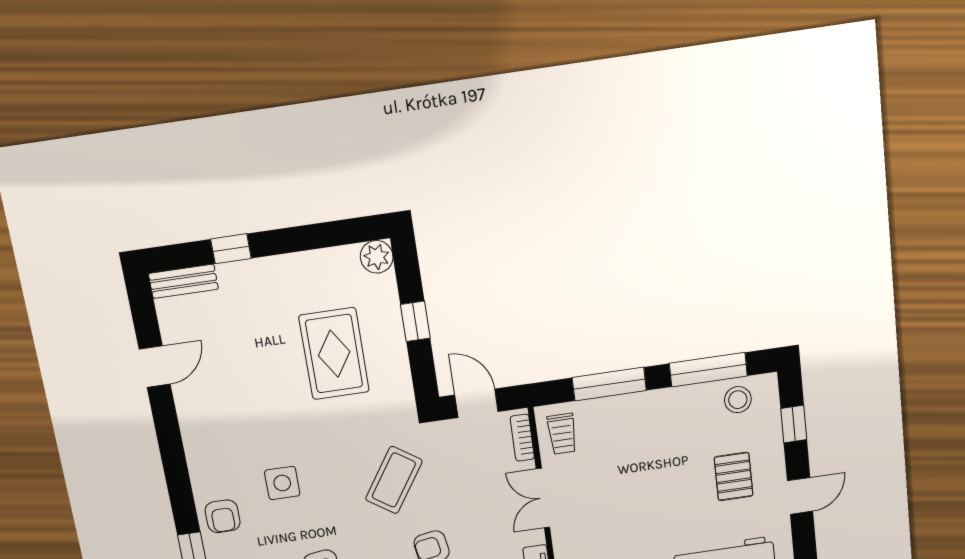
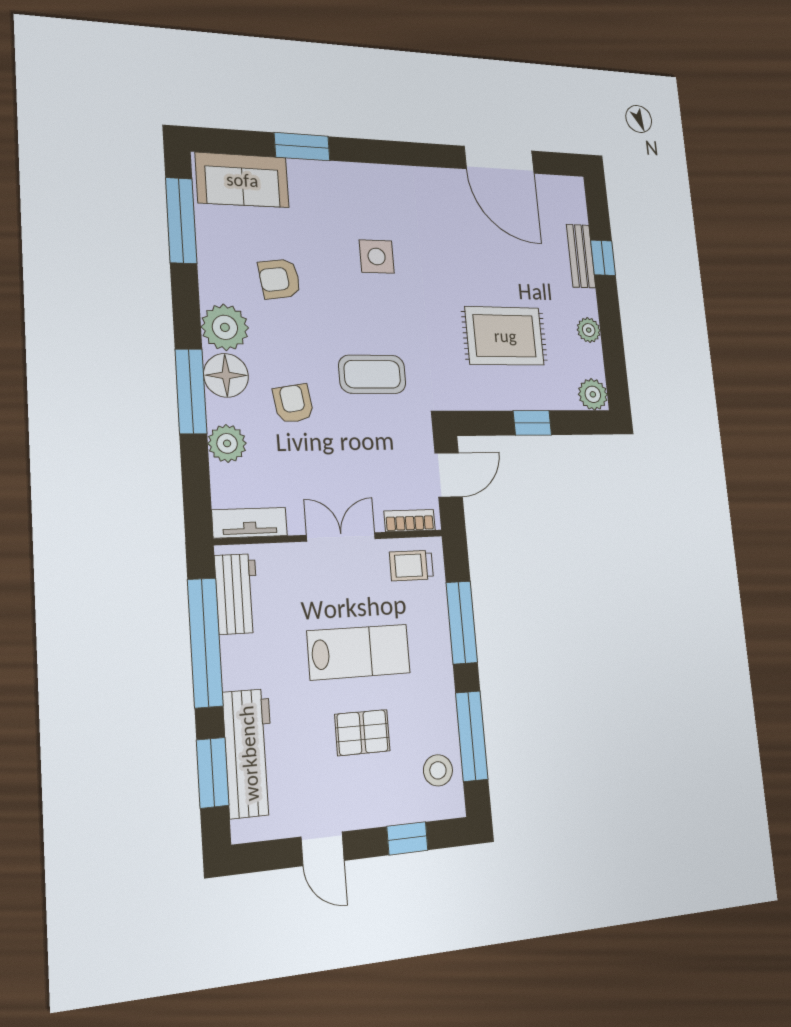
plant: (311, 263) -> (589, 330), added
bench: (183, 281) -> (581, 256), moved
door: (155, 367) -> (499, 160), width x1.88
lab bench: (640, 476) -> (359, 652), added
pallet: (734, 476) -> (362, 733), moved
coffee table: (394, 480) -> (372, 374), turned -34
armchair: (223, 516) -> (345, 187), removed

